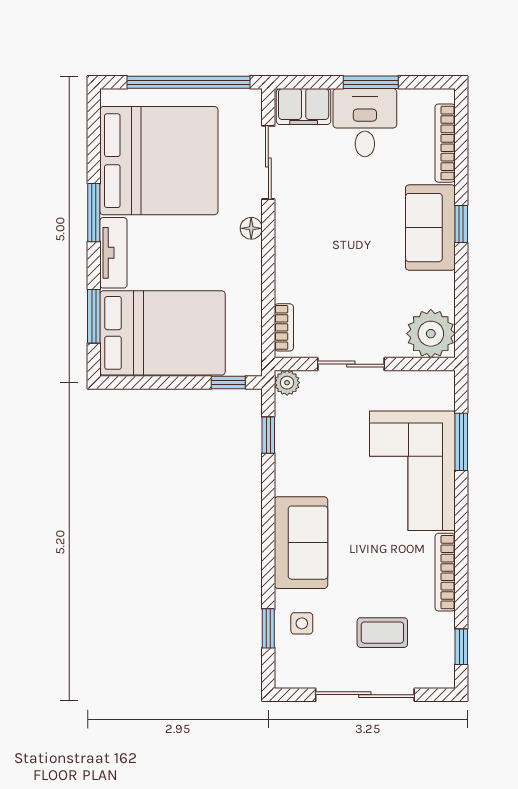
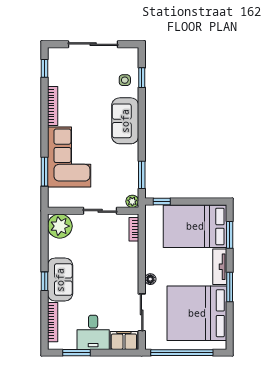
window: (371, 82) -> (77, 353), moved
window: (268, 435) -> (142, 175), width x1.50
coffee table: (382, 633) -> (84, 75), removed

